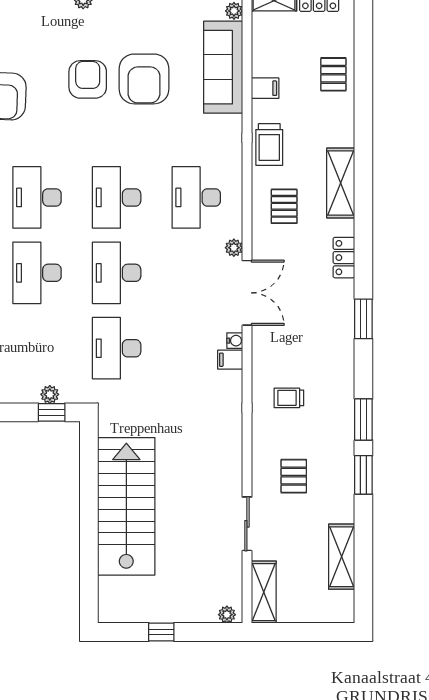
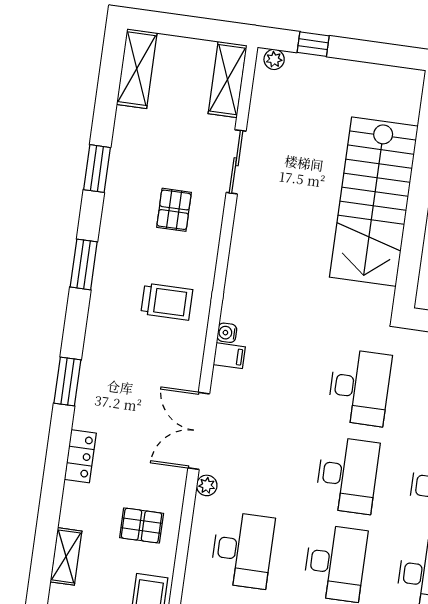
shelving: (341, 183) -> (66, 556), width x0.67, depth x0.75
pallet: (284, 206) -> (142, 526), turned 90
water cooler: (235, 341) -> (227, 333), moved
trolley: (289, 398) -> (167, 302), width x1.36, depth x1.39
window: (363, 475) -> (97, 169), moved
shelving: (342, 557) -> (137, 69), moved
window: (161, 632) -> (313, 44), moved

